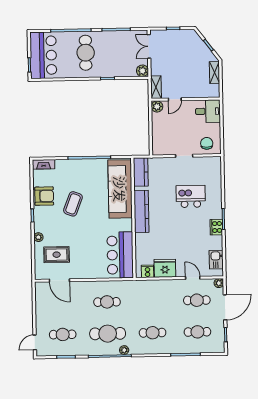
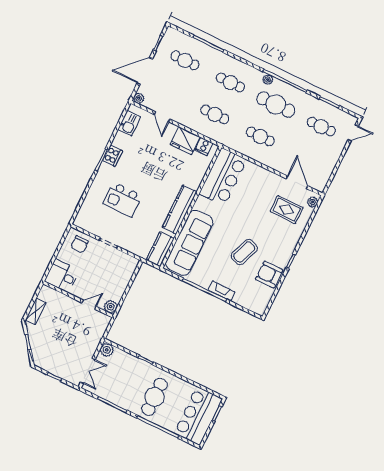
shelving: (156, 87) -> (102, 326), removed
fireplace: (44, 164) -> (221, 291), moved
plant: (38, 237) -> (313, 202), moved
cafe table: (197, 300) -> (215, 114), moved

